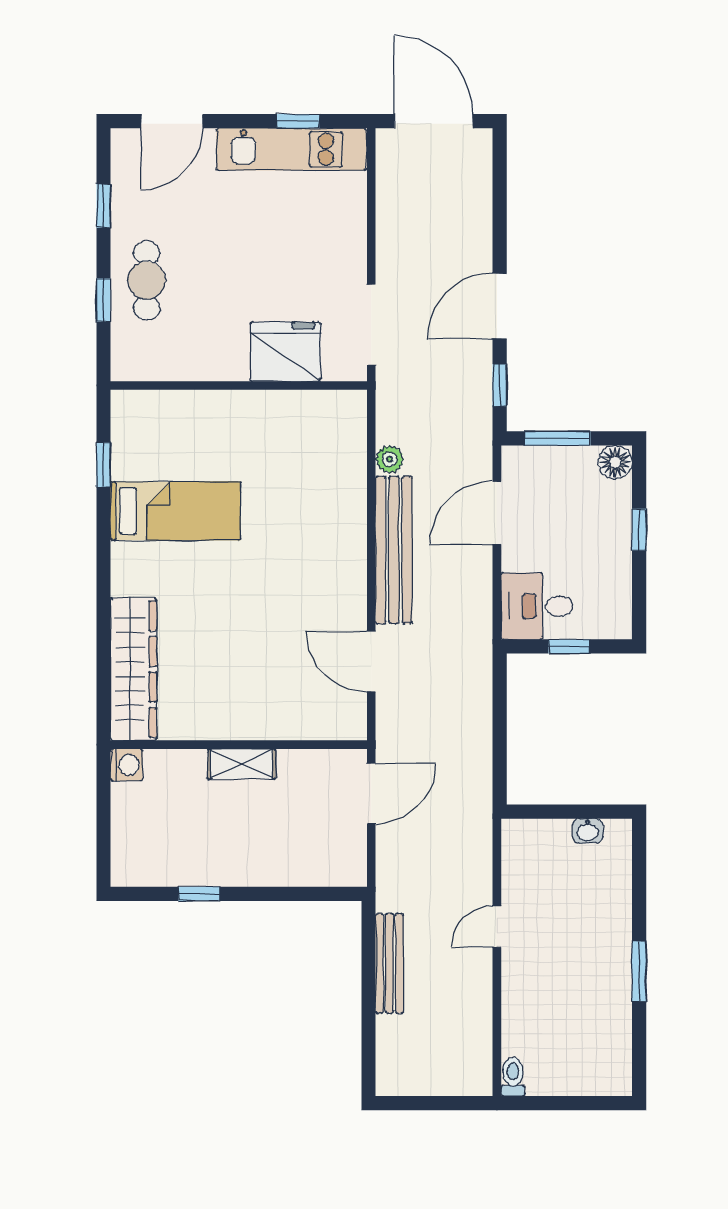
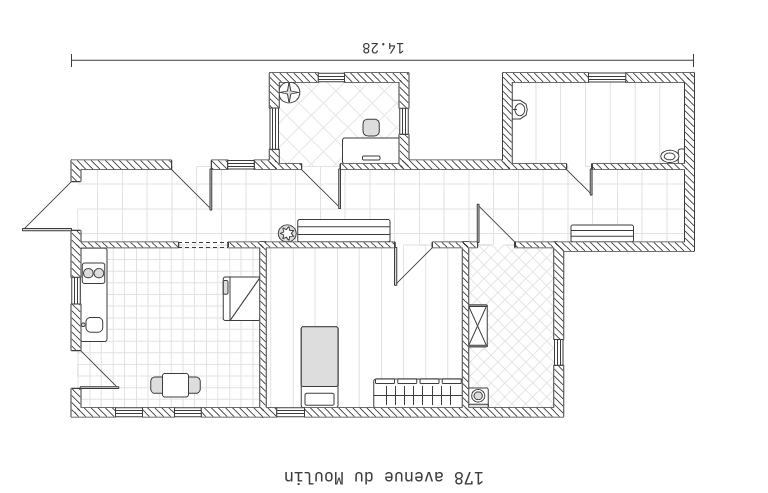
fridge: (285, 352) -> (242, 299), moved
wall: (239, 385) -> (263, 328), moved
desk: (537, 606) -> (371, 141), width x1.37

